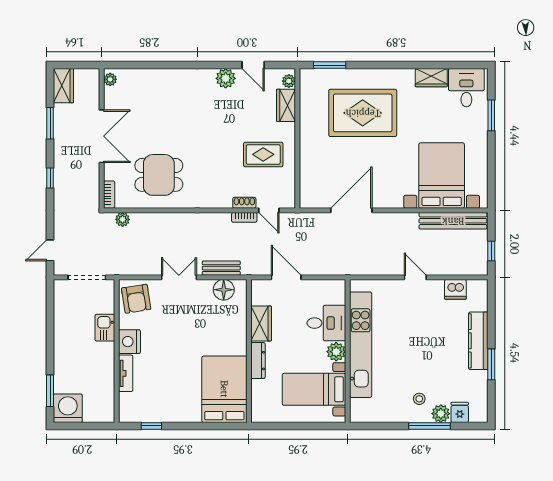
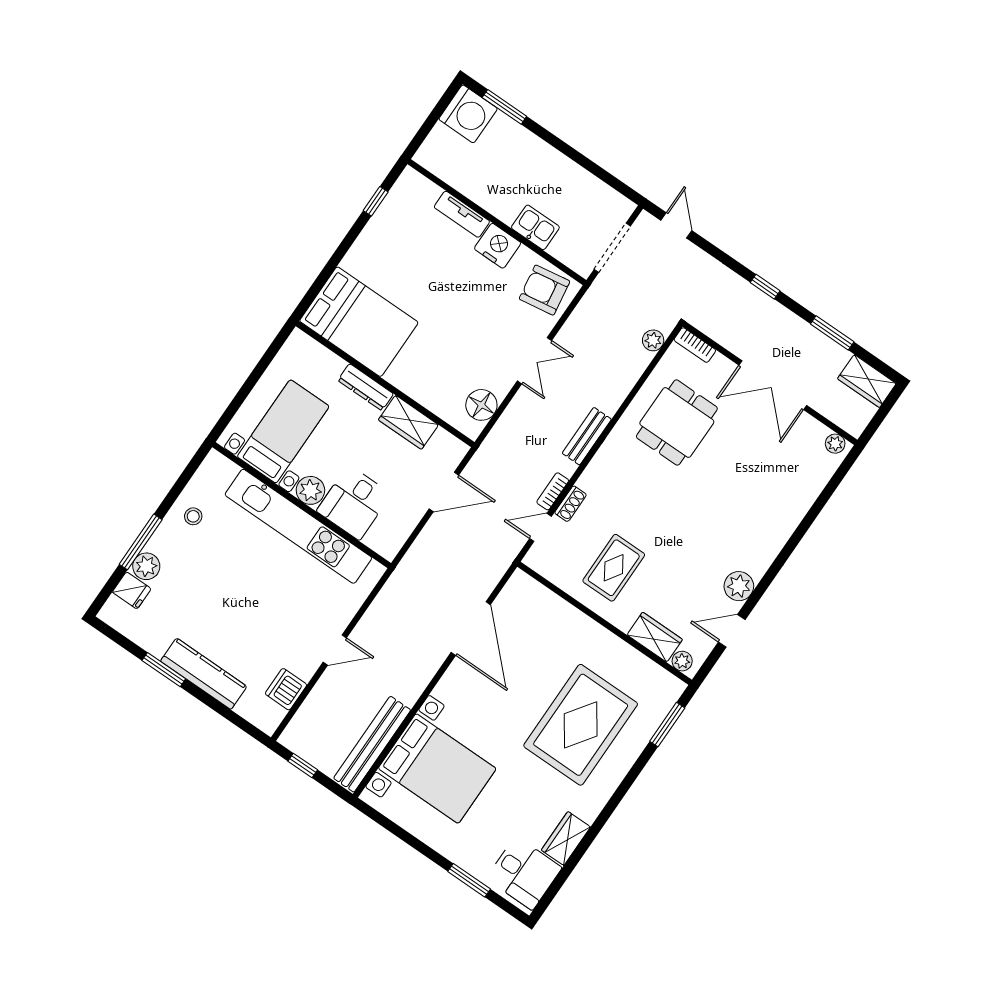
bench: (221, 268) -> (587, 436), moved
stool: (419, 399) -> (193, 516), moved

